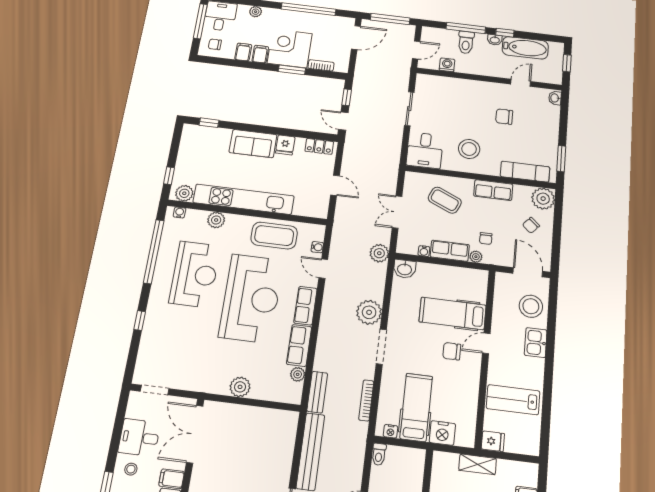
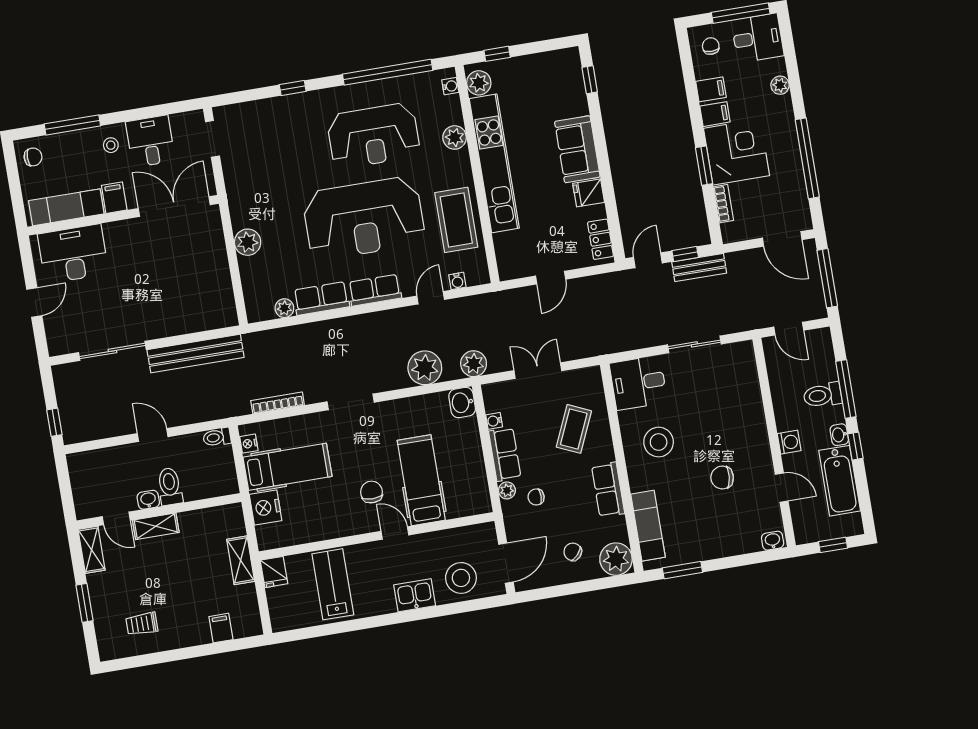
washing machine: (447, 65) -> (789, 442), moved
chair: (504, 117) -> (722, 477), turned -84
plant: (369, 312) -> (425, 368), moved
bench: (317, 392) -> (699, 267), moved

